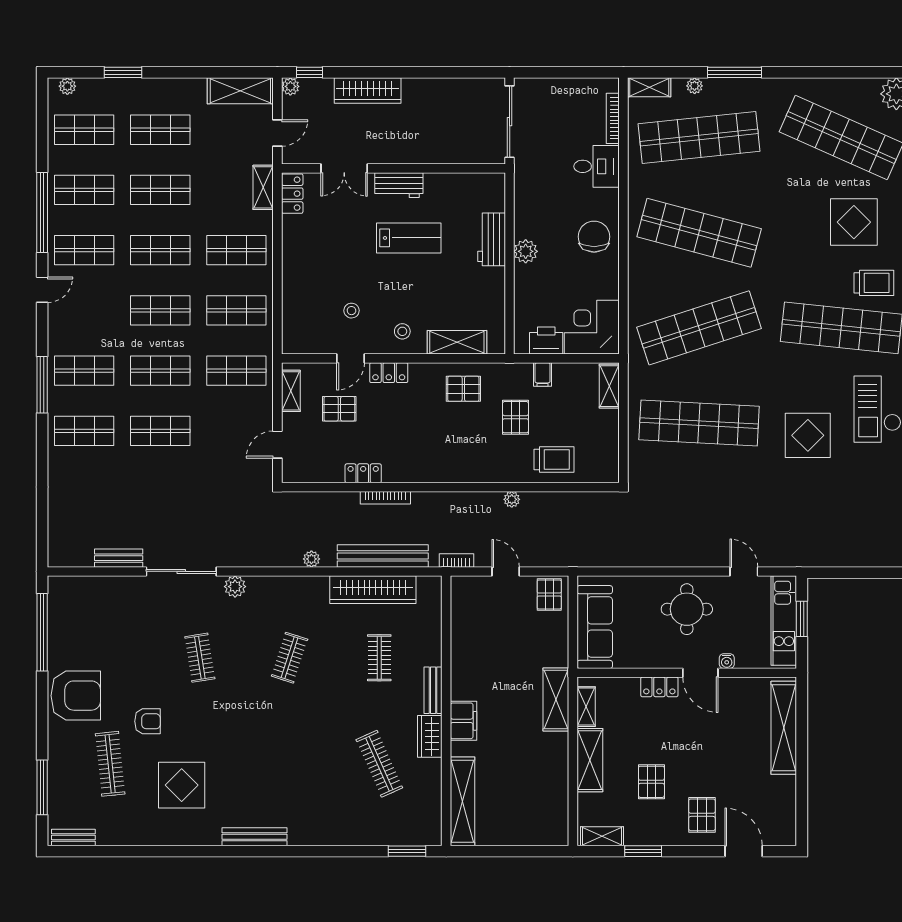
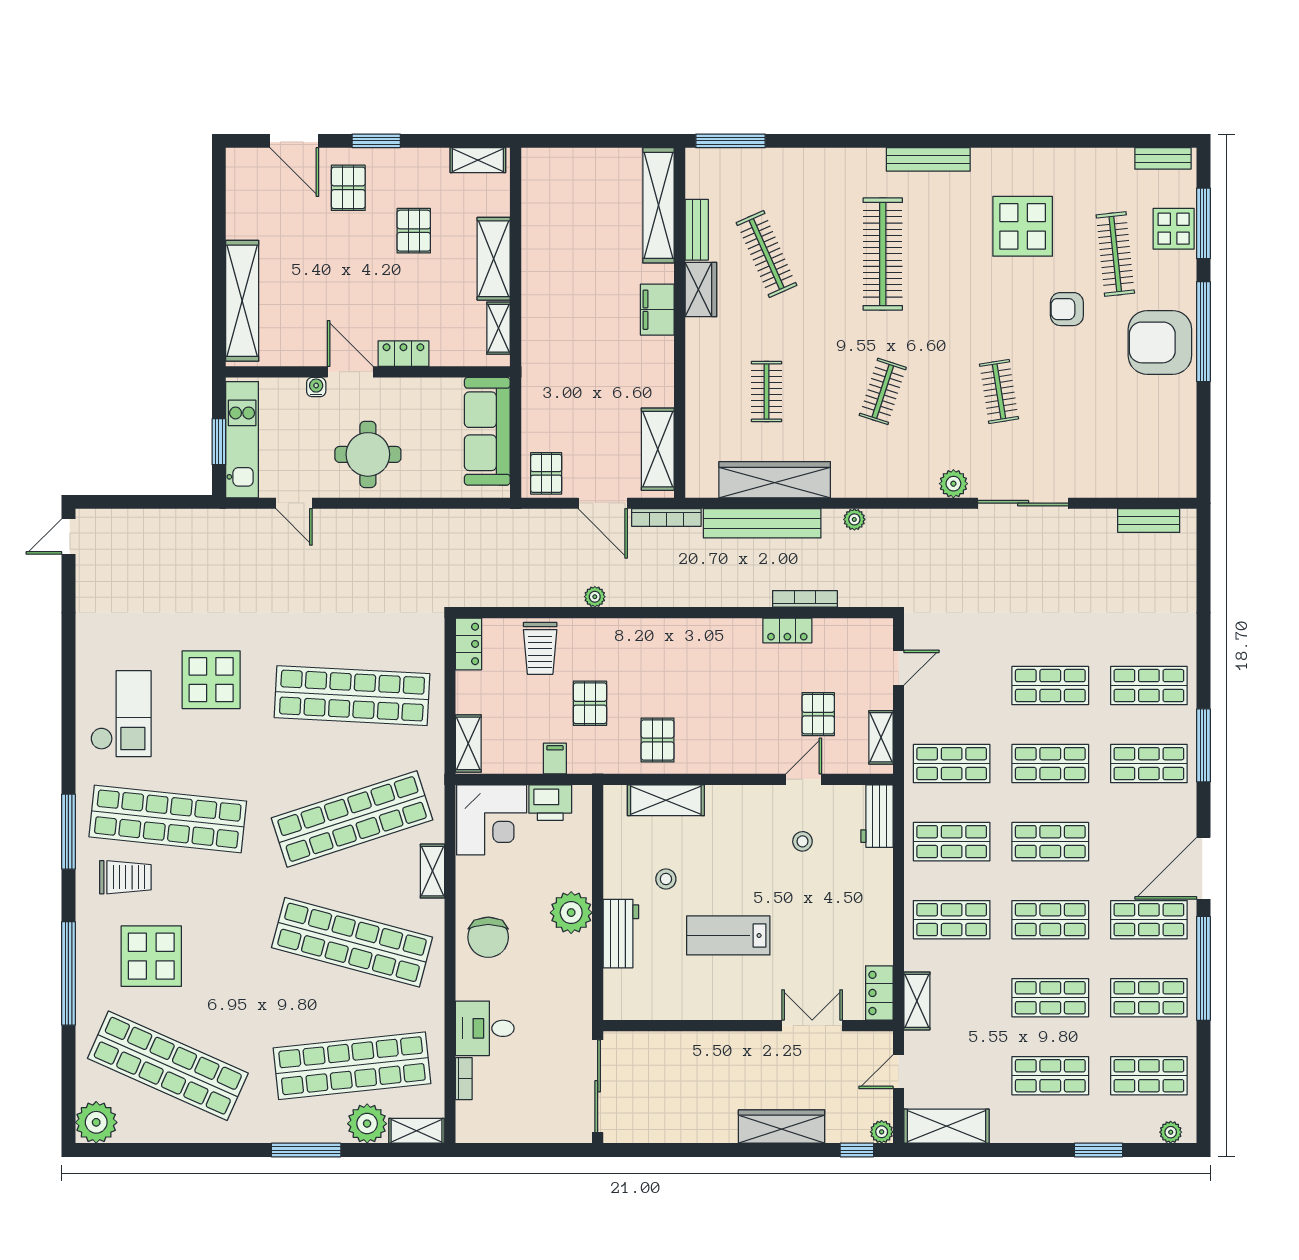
plant: (695, 86) -> (367, 1124), width x1.88, depth x1.88
bookcase: (613, 118) -> (464, 1079), width x0.64
workbench: (399, 185) -> (877, 816), moved, turned -90
plant: (526, 251) -> (571, 913), width x1.36, depth x1.36
trolley: (874, 283) -> (125, 877), turned 180
shelving: (637, 288) -> (432, 871), added
door: (42, 290) -> (1203, 868), width x1.87
stool: (402, 331) -> (666, 879), moved
locker: (389, 373) -> (469, 644), moved, turned 90
pallet: (463, 389) -> (657, 740), turned 90
pallet: (339, 409) -> (818, 714), turned 90
trolley: (554, 459) -> (540, 648), turned -90
bookcase: (385, 498) -> (805, 599), moved
bench: (119, 558) -> (1149, 521), moved
bookcase: (456, 560) -> (666, 518), width x1.56
door: (506, 571) -> (603, 503), width x1.38
window: (42, 632) -> (1203, 332), moved
bench: (433, 690) -> (697, 230), moved
shelving: (556, 700) -> (658, 449), moved
clothes rail: (290, 764) -> (883, 254), added
display table: (65, 783) -> (1174, 229), added
window: (407, 851) -> (731, 141), width x1.44
window: (643, 851) -> (376, 141), moved

